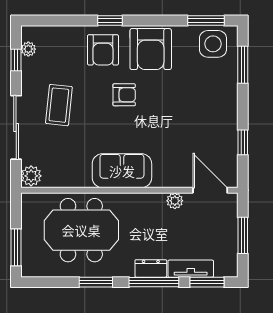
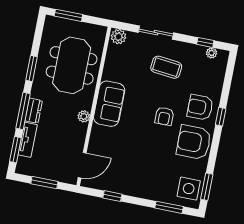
sliding door: (16, 127) -> (156, 33), width x0.73
plant: (175, 201) -> (84, 116), moved

